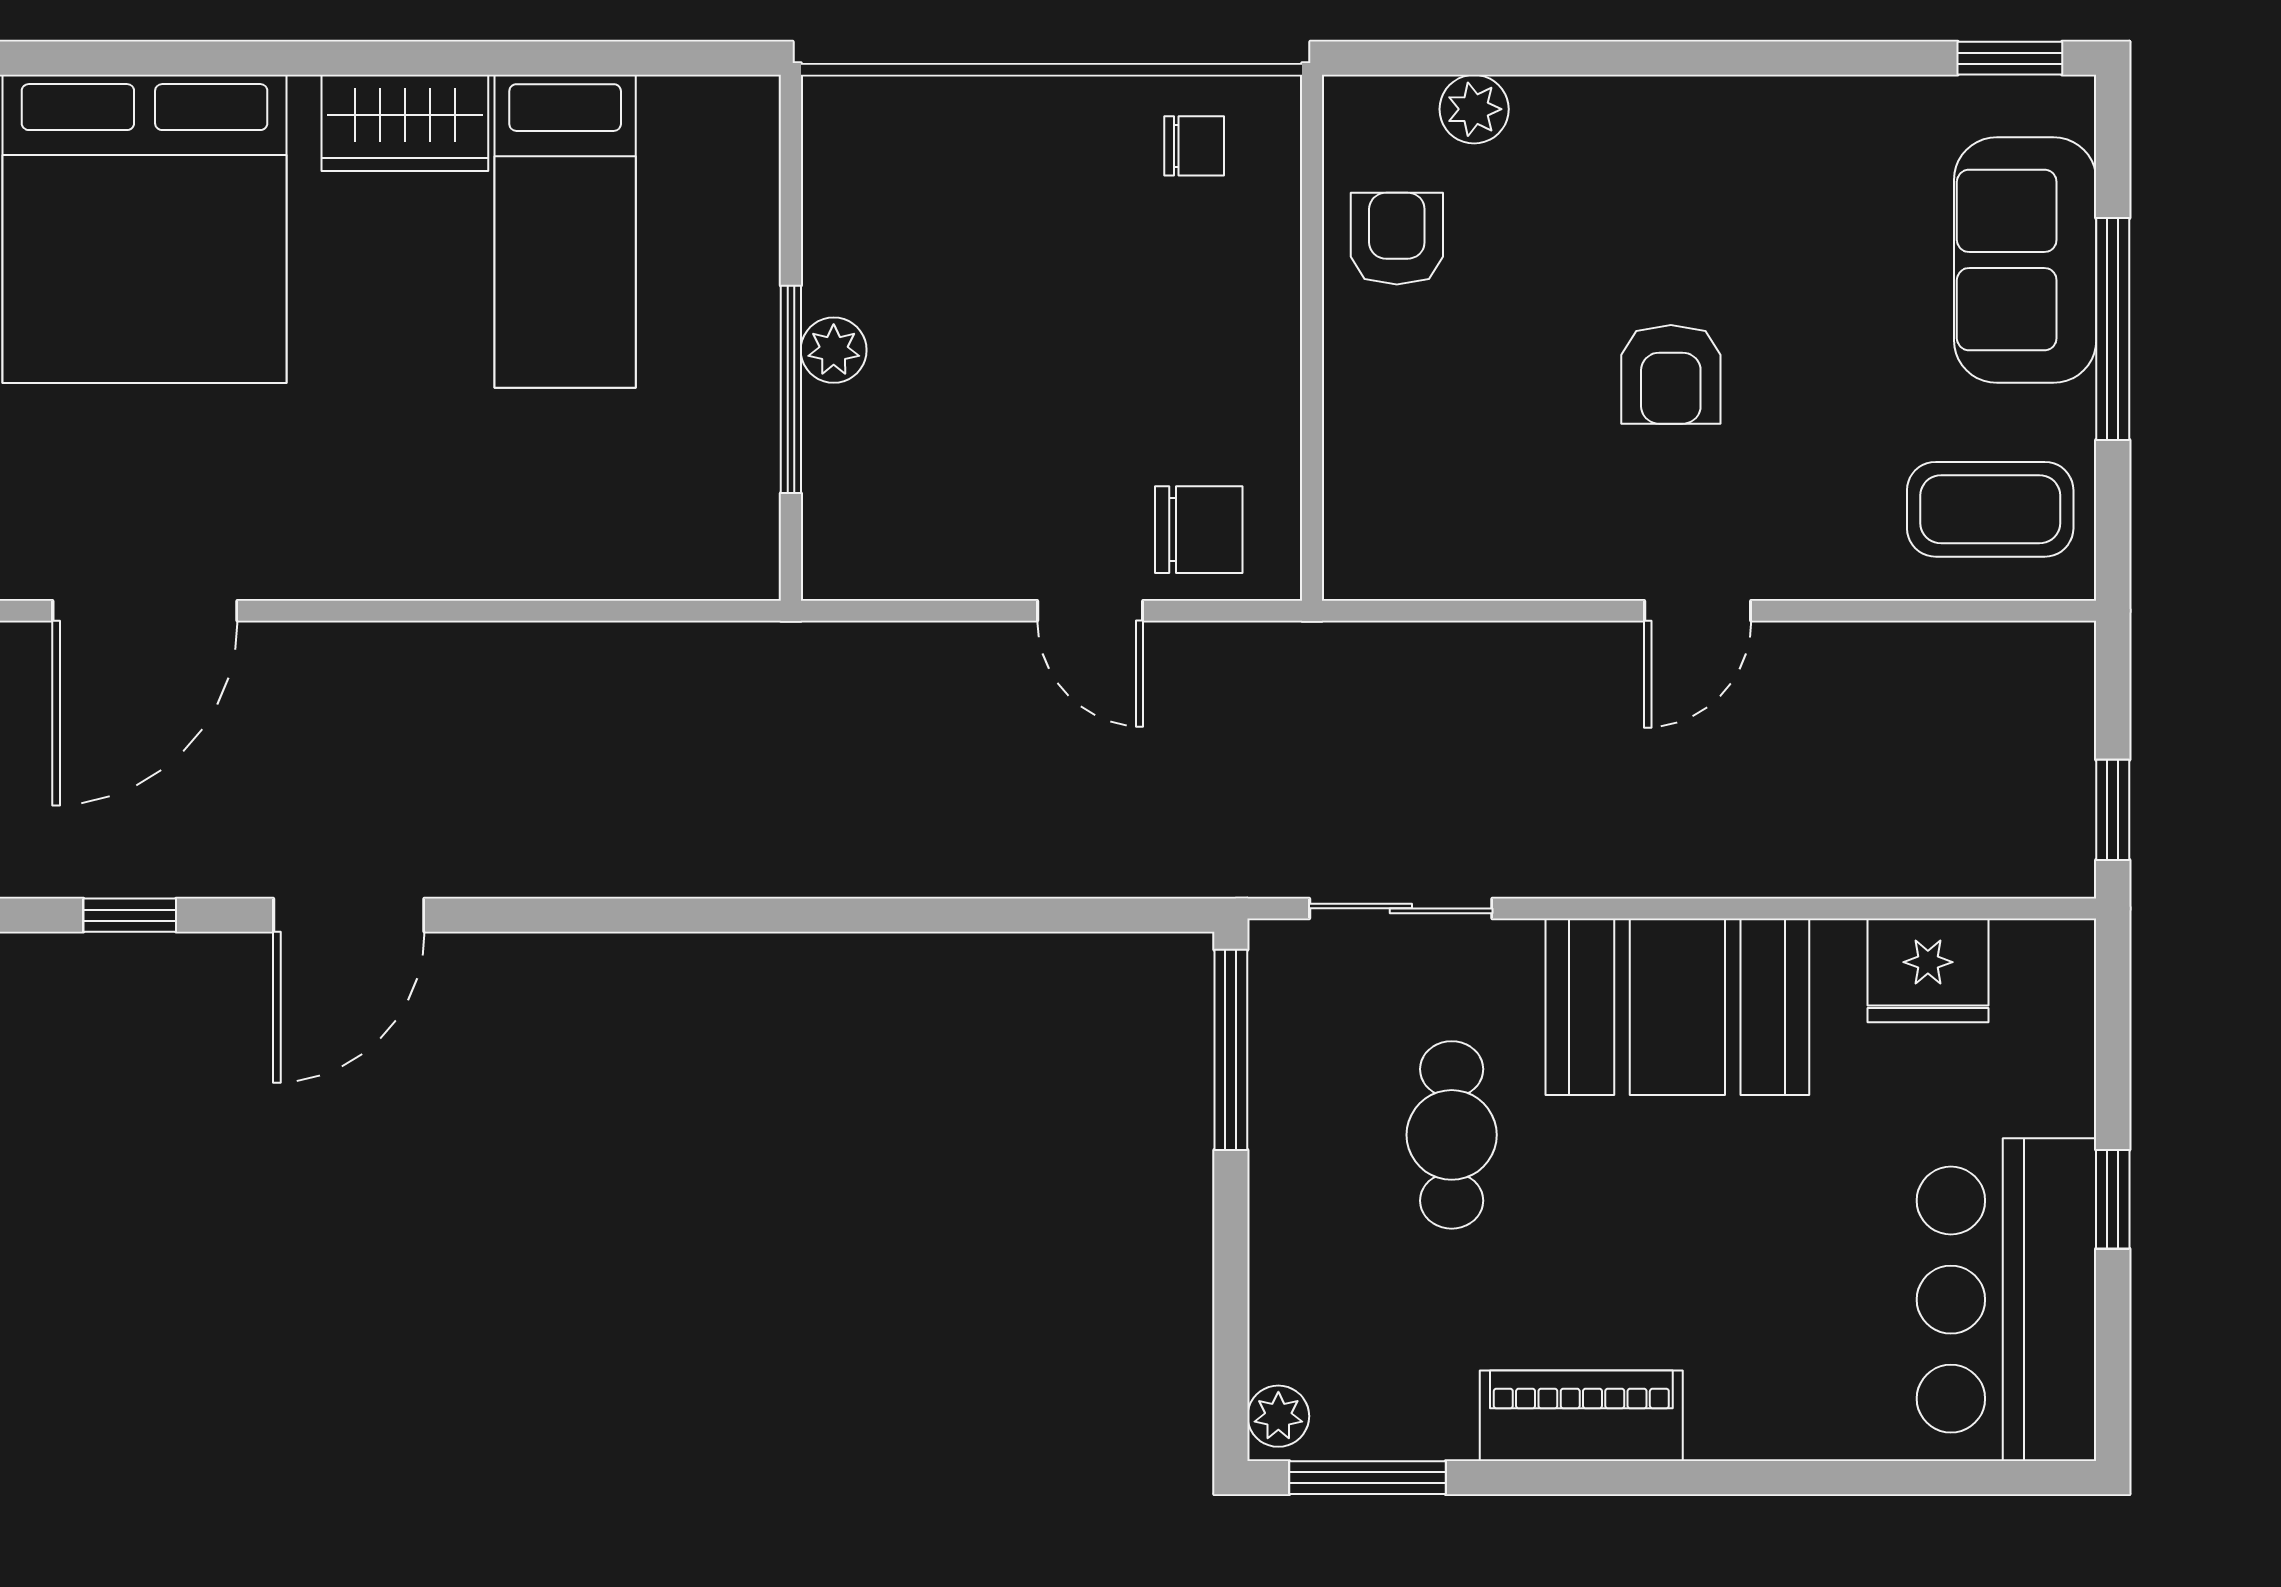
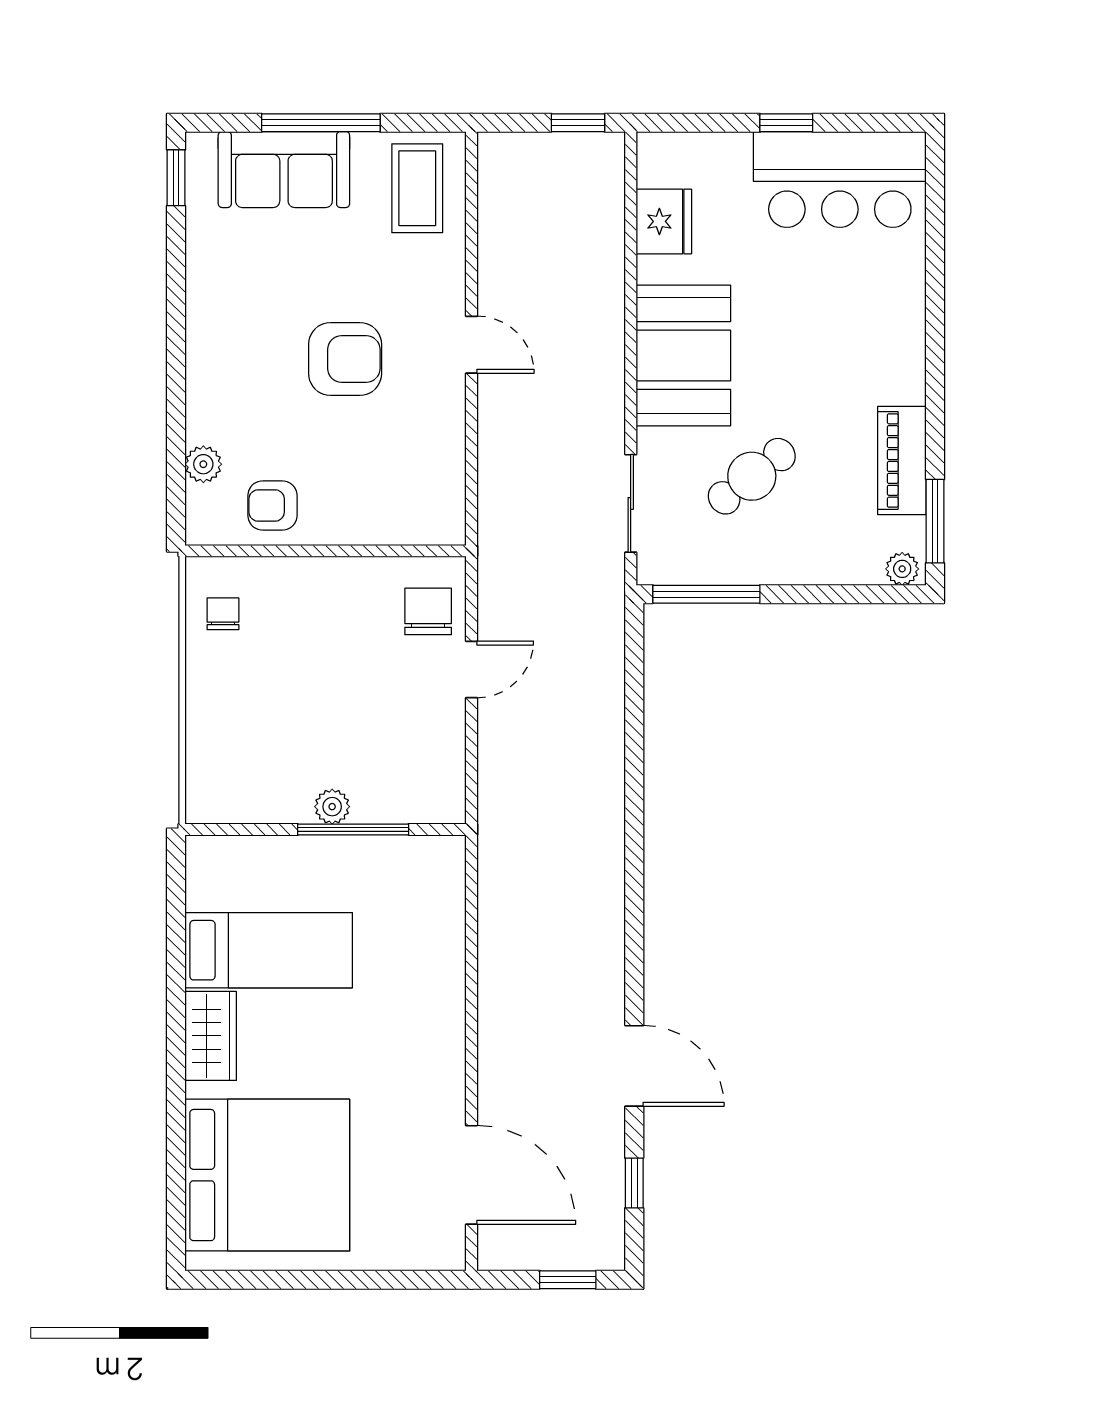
armchair: (1671, 374) -> (345, 359), width x1.38, depth x1.38
cafe table: (1452, 1135) -> (752, 476), turned -38
piano: (1581, 1416) -> (902, 460), moved

